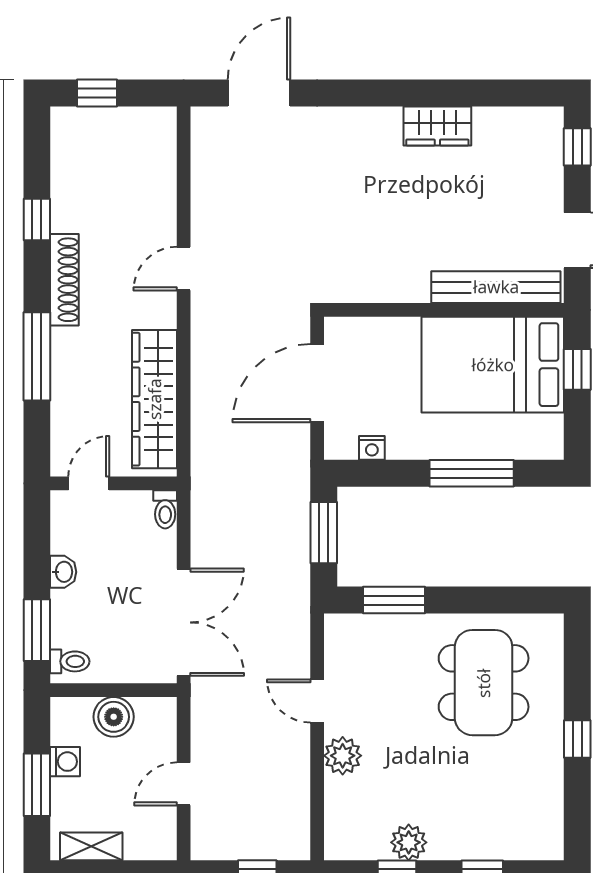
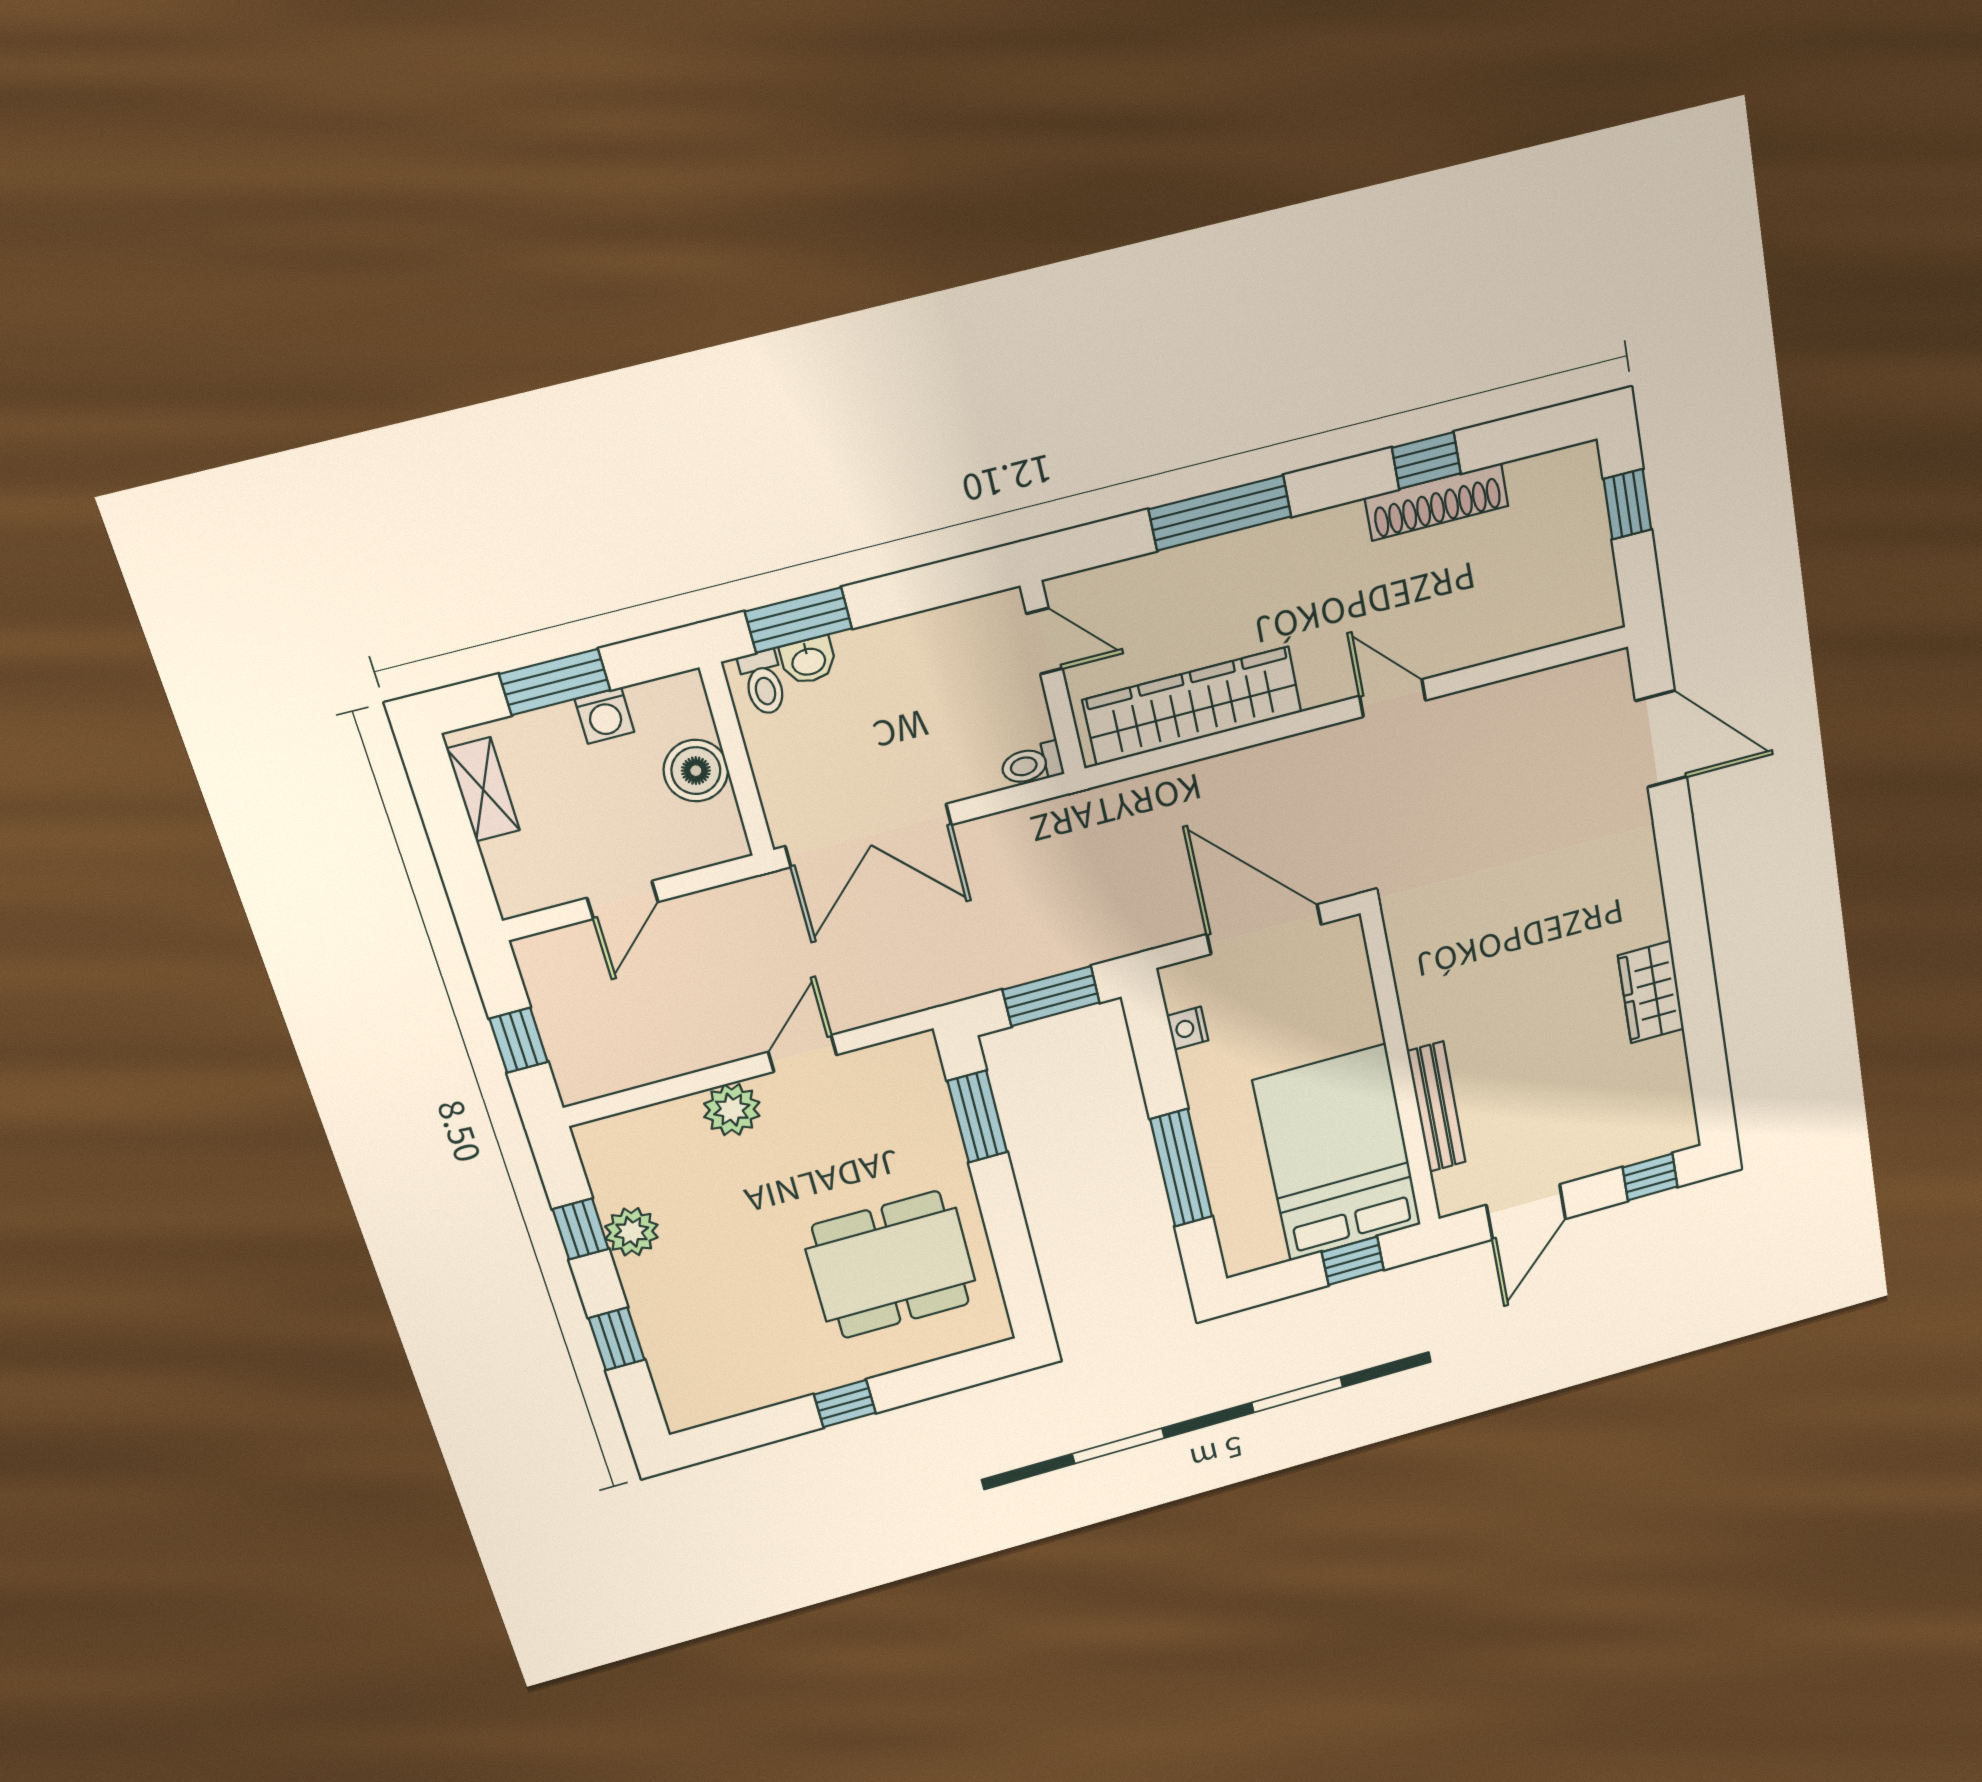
shoe rack: (64, 280) -> (1437, 502), moved
bench: (496, 287) -> (1436, 1107), width x0.73, depth x0.82
washbasin: (63, 572) -> (808, 661), moved
door: (184, 784) -> (623, 900), swing flipped

